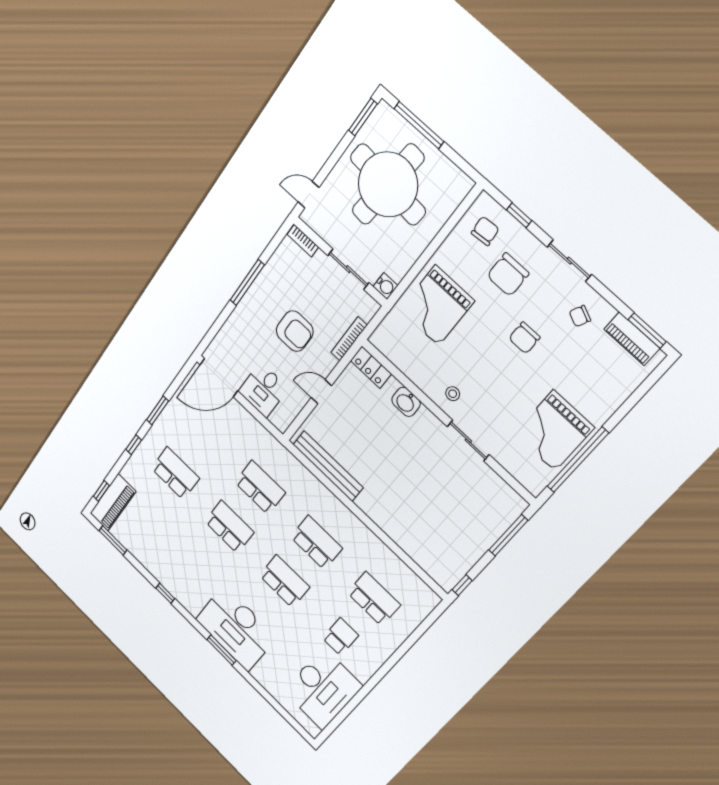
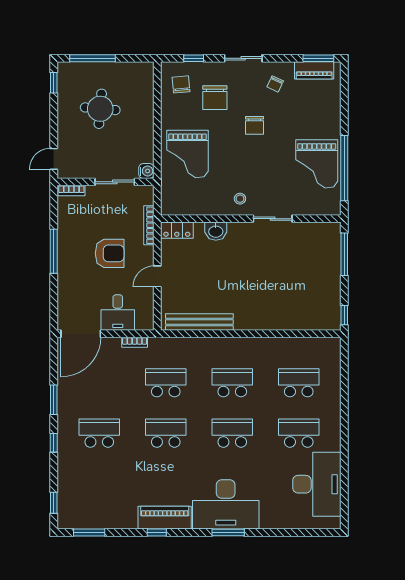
window: (363, 117) -> (54, 83), width x0.67
round table: (388, 184) -> (100, 109), width x0.54, depth x0.54
bookcase: (259, 429) -> (135, 342), added
piano: (113, 502) -> (165, 518), moved, turned -90
school desk: (340, 637) -> (299, 433), width x1.85

